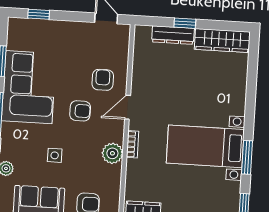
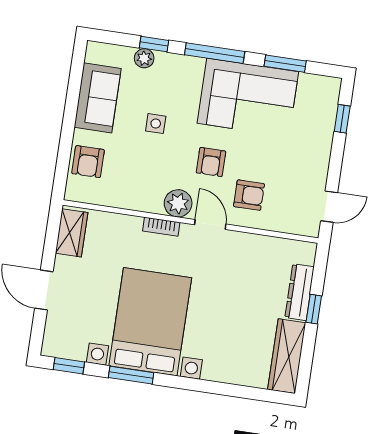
bed with nightstands: (205, 146) -> (150, 322), width x1.36
plant: (112, 153) -> (178, 203), moved

